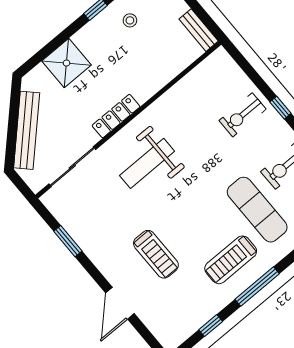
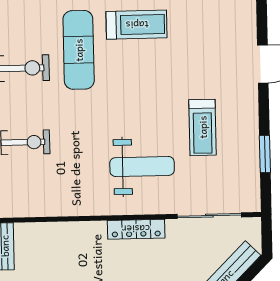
treadmill: (156, 254) -> (203, 127), moved, turned 180

